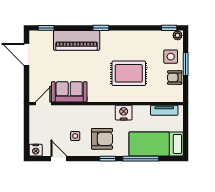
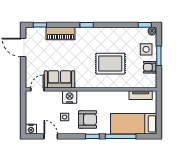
piano: (77, 40) -> (61, 33), width x0.73, depth x0.75
nightstand: (124, 113) -> (70, 97), moved

